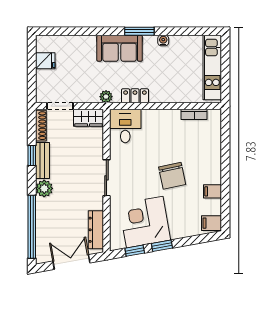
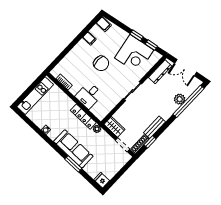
window: (139, 31) -> (73, 164), moved
sofa: (120, 48) -> (73, 149), width x1.36
fridge: (45, 61) -> (102, 180), moved
locker: (135, 96) -> (83, 117), width x1.53
desk: (125, 126) -> (89, 95), moved
window: (32, 155) -> (150, 142), moved
chair: (172, 176) -> (101, 63), turned 102
plant: (44, 188) -> (180, 99), moved

